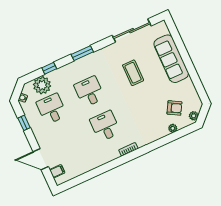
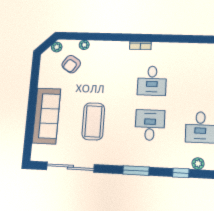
coffee table: (133, 73) -> (93, 121), width x1.36, depth x1.32
plant: (42, 85) -> (198, 164), width x0.53, depth x0.53
desk: (89, 92) -> (150, 125), turned 180
armchair: (174, 108) -> (71, 64), turned -86

